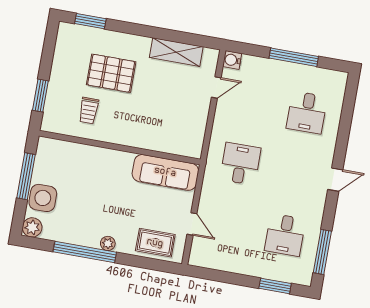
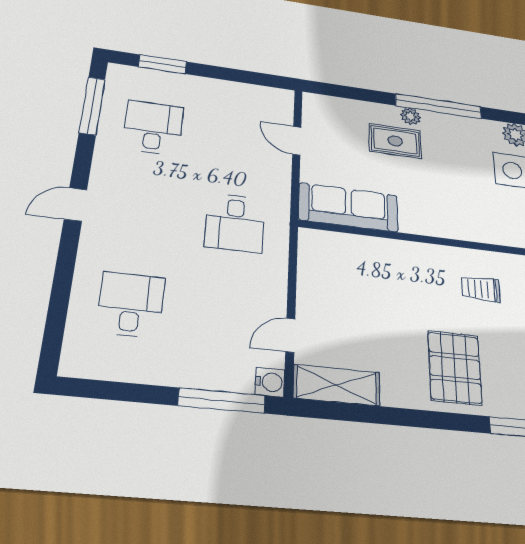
shelving: (176, 52) -> (337, 385), moved
window: (294, 57) -> (222, 401), moved
pallet: (111, 73) -> (455, 368), moved, turned 90
trolley: (89, 111) -> (481, 289), turned -90
rug: (155, 243) -> (395, 141), moved

